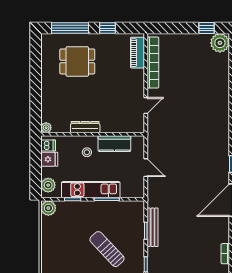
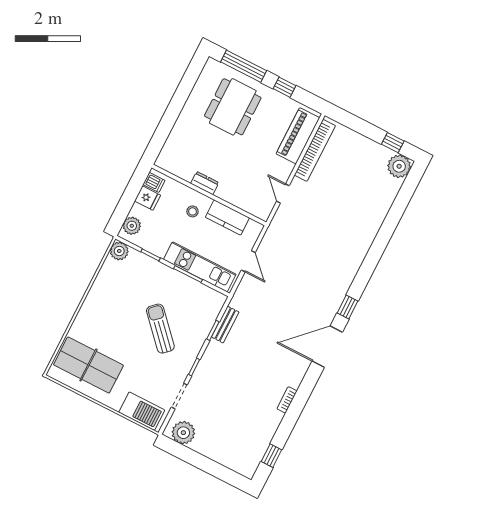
piano: (137, 53) -> (298, 136), width x1.37, depth x1.33
dining table: (77, 61) -> (233, 107), width x1.38
door: (146, 106) -> (283, 193), swing flipped
dresser: (85, 127) -> (205, 183), width x0.70
plant: (46, 128) -> (162, 162), removed
kitchen unit: (91, 190) -> (200, 267), moved
bench: (153, 227) -> (225, 325), width x0.73

